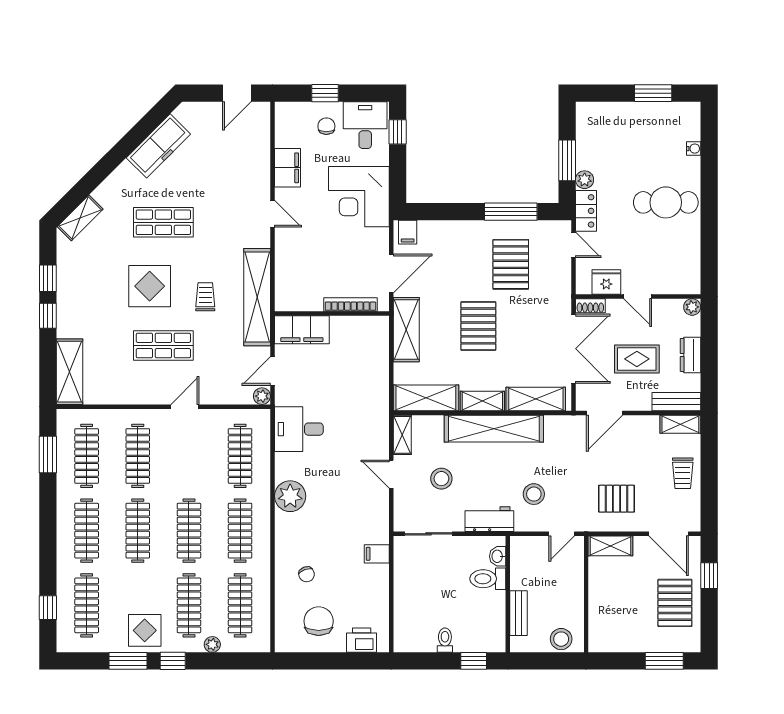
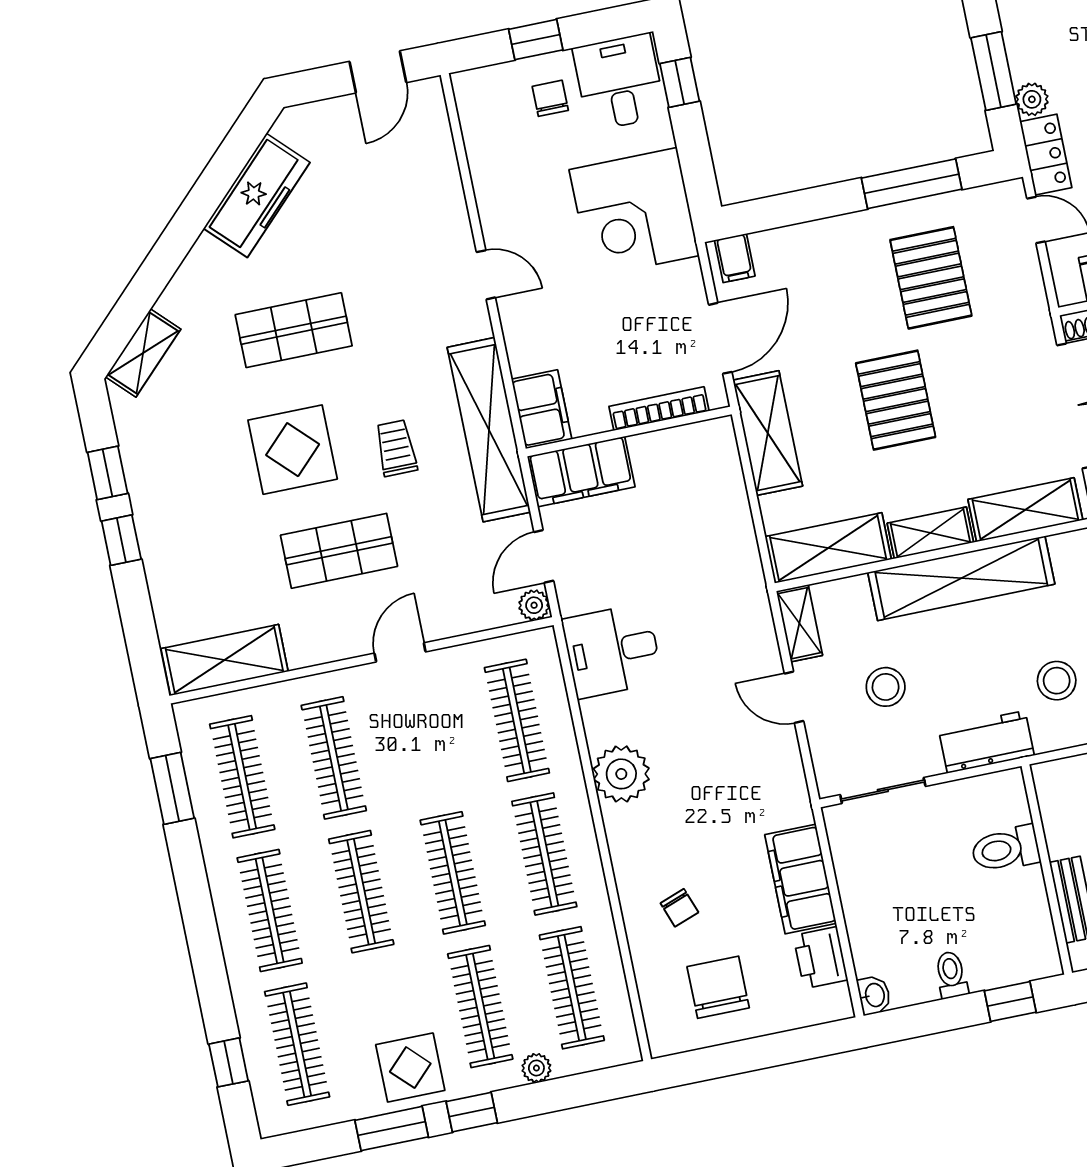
filing cabinet: (288, 168) -> (542, 409), moved
shelving: (70, 372) -> (224, 660), moved, turned 90
filing cabinet: (377, 554) -> (801, 879), width x3.00, depth x1.17
washbasin: (498, 556) -> (874, 995), moved, turned 180
printer: (362, 640) -> (821, 958), moved, turned -90

